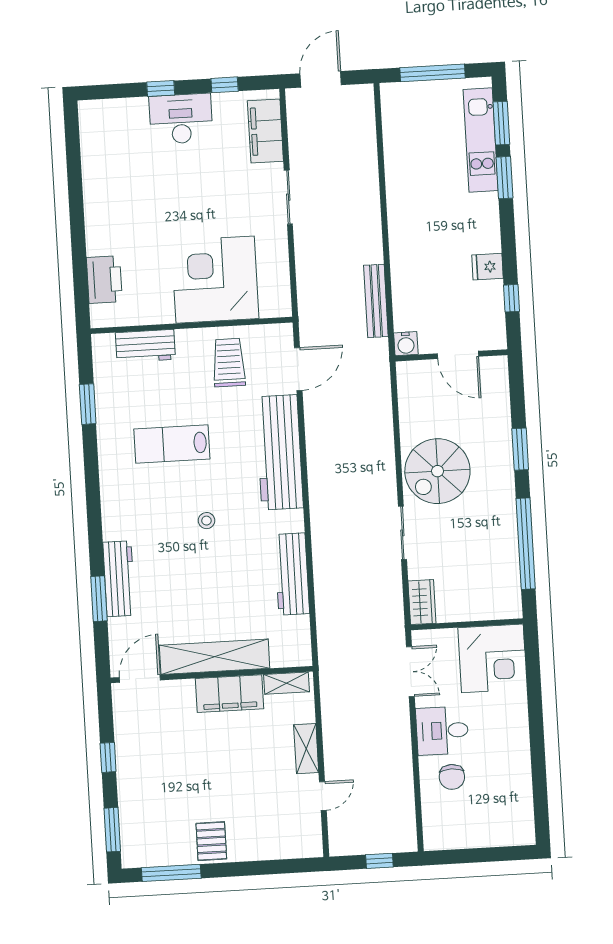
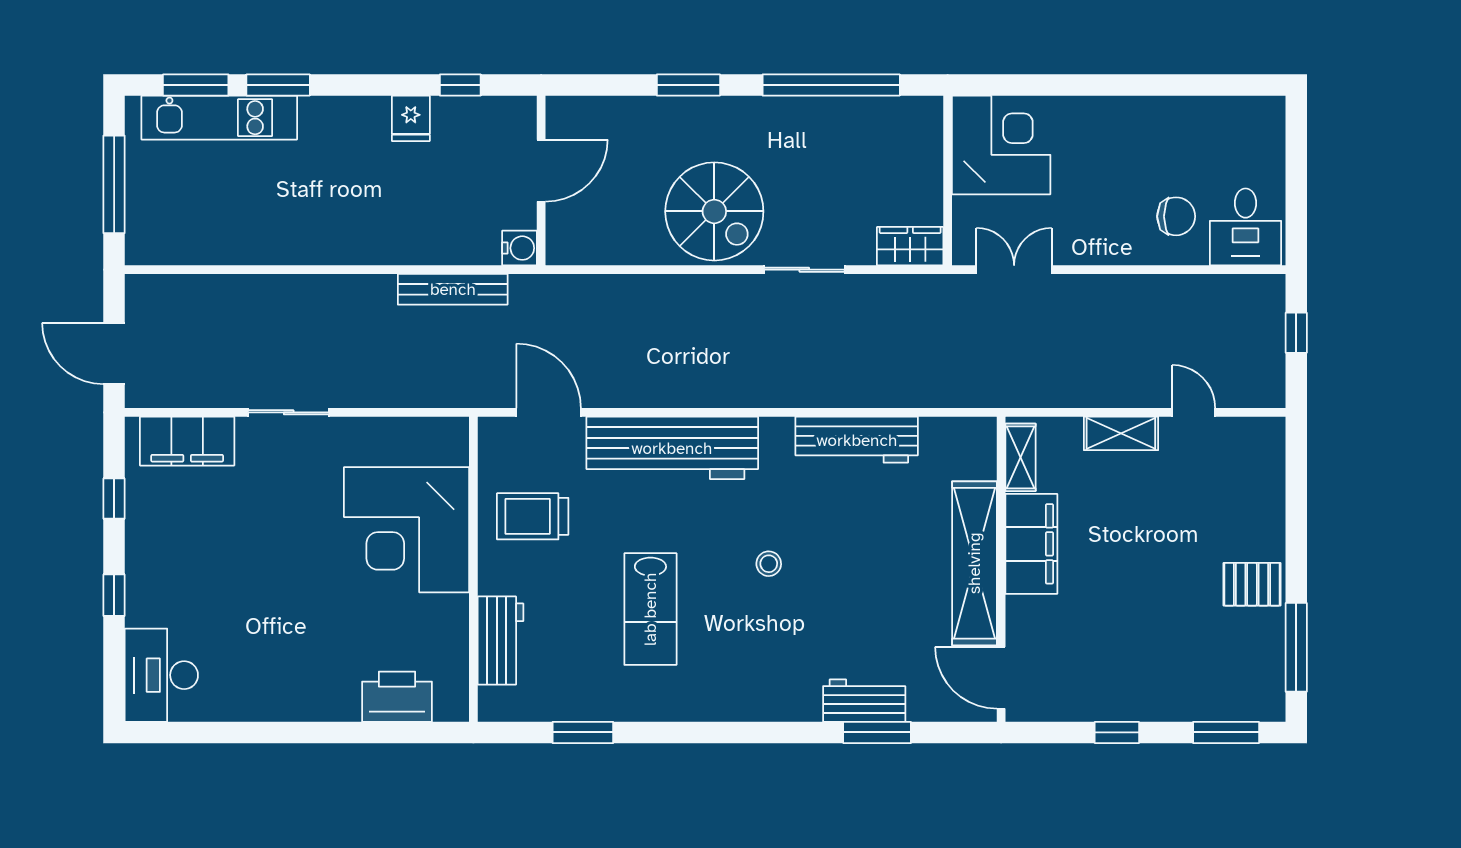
desk: (181, 119) -> (161, 675), moved
workbench: (119, 579) -> (864, 701), width x0.73
desk: (442, 731) -> (1245, 227), moved

